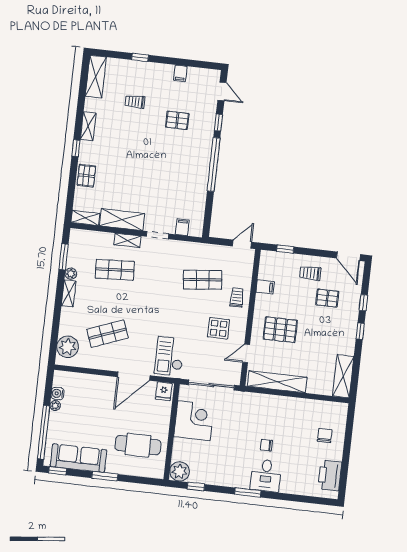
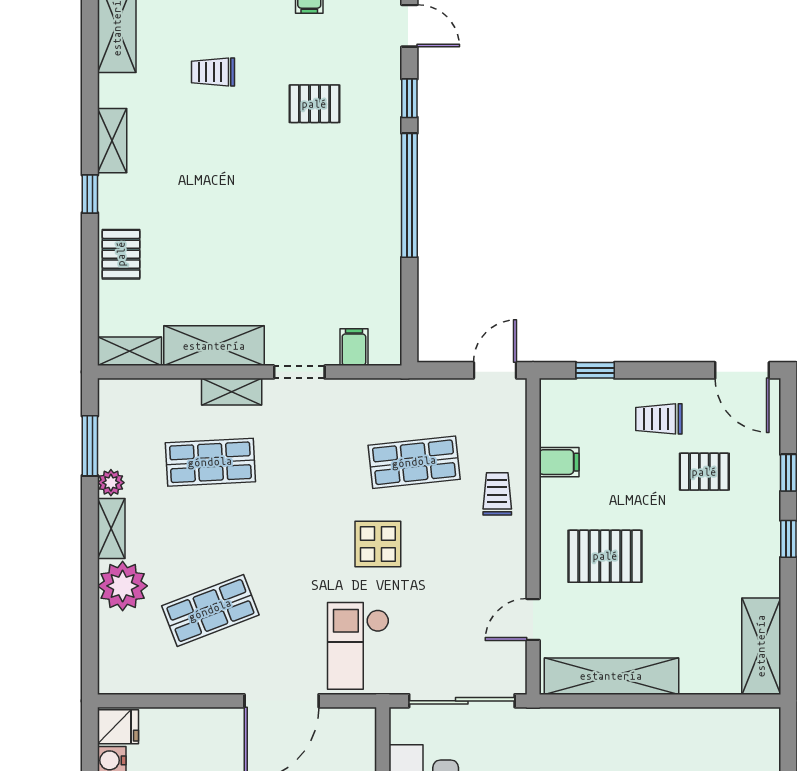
display table: (219, 328) -> (378, 544), moved
plant: (68, 347) -> (123, 586), moved
fridge: (164, 391) -> (118, 727), moved, turned -90

